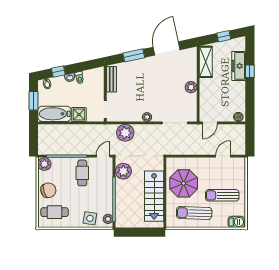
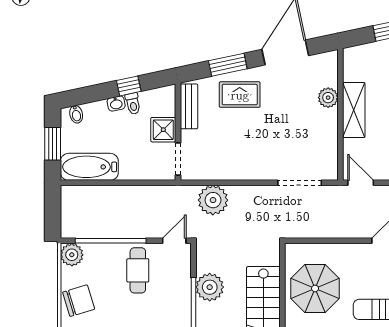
shelving: (206, 62) -> (354, 110), moved
window: (58, 71) -> (129, 86), moved
rug: (141, 72) -> (240, 95), added
plant: (191, 87) -> (328, 98), moved
shower: (79, 115) -> (163, 130), moved
plant: (147, 117) -> (251, 173), removed
door: (210, 123) -> (361, 183), swing flipped
plant: (123, 171) -> (210, 287), moved

